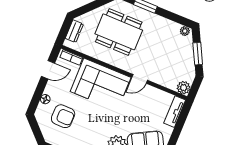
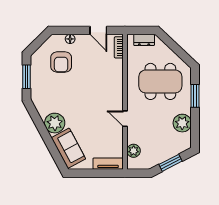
plant: (185, 31) -> (182, 123), moved, width x1.87, depth x1.87
dining table: (119, 32) -> (160, 81), turned 90
corner sofa: (101, 84) -> (105, 85), removed
plant: (184, 88) -> (134, 151), moved

